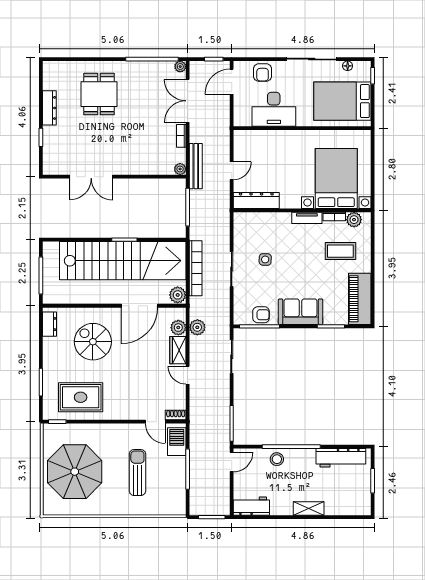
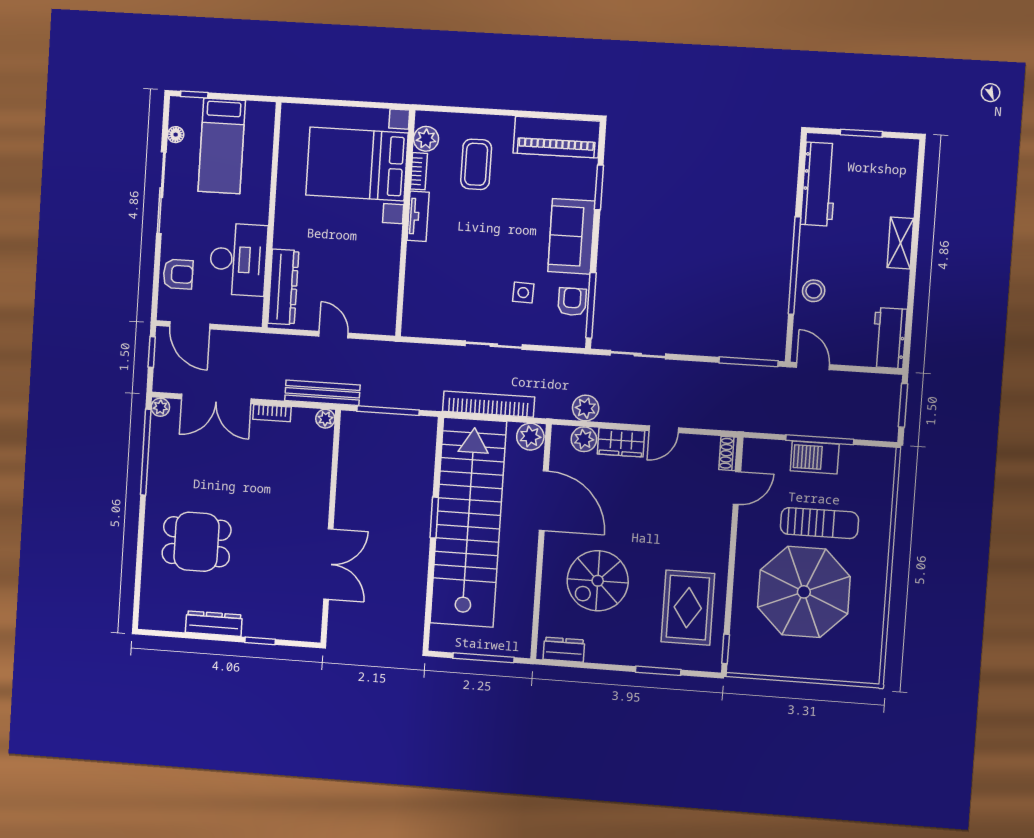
bed: (342, 101) -> (222, 146), width x0.67
dresser: (256, 200) -> (283, 287), moved, turned 180
side table: (265, 259) -> (523, 293), moved
barbecue: (177, 442) -> (815, 457), moved
parasol: (75, 472) -> (804, 592), moved
sun lounger: (137, 473) -> (819, 523), turned 180

